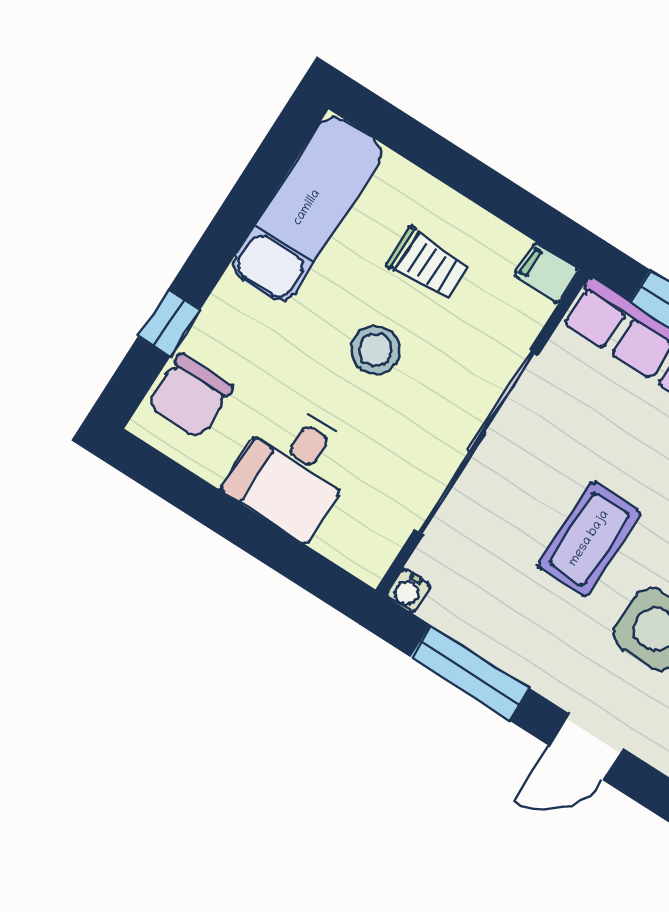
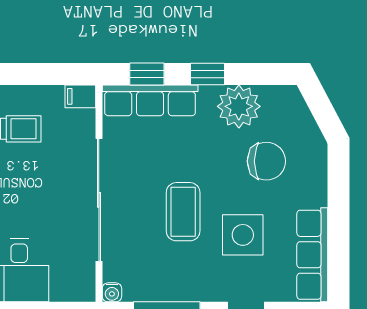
stool: (376, 350) -> (22, 186), removed

